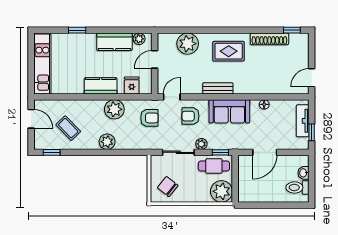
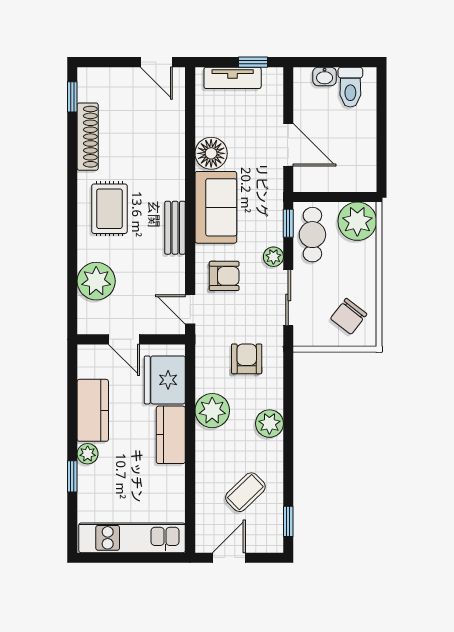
plant: (139, 39) -> (88, 454), moved
fridge: (132, 85) -> (165, 380), width x1.88, depth x1.34
floor lamp: (264, 104) -> (211, 153), width x1.89, depth x1.89
armchair: (191, 116) -> (224, 276), turned -90
armchair: (149, 118) -> (247, 359), moved

